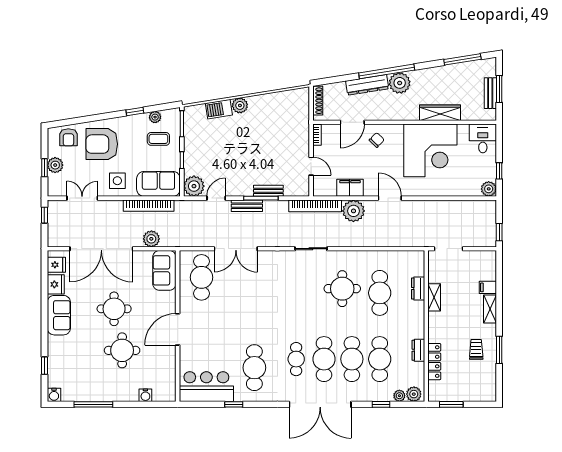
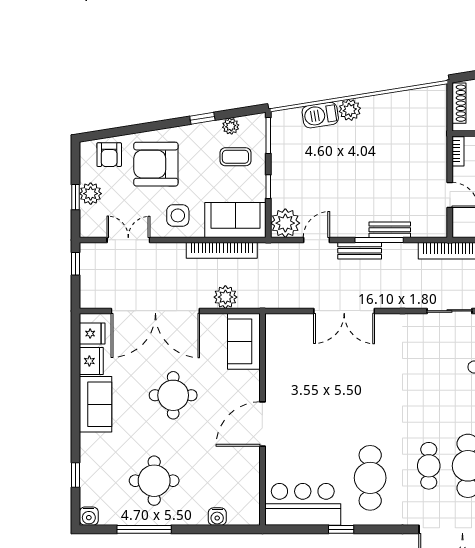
cafe table: (202, 277) -> (296, 351), removed
round table: (122, 350) -> (154, 481), moved

